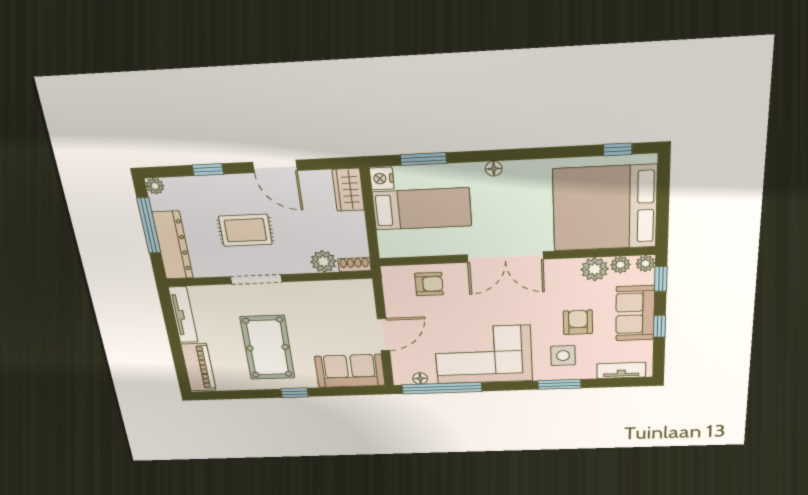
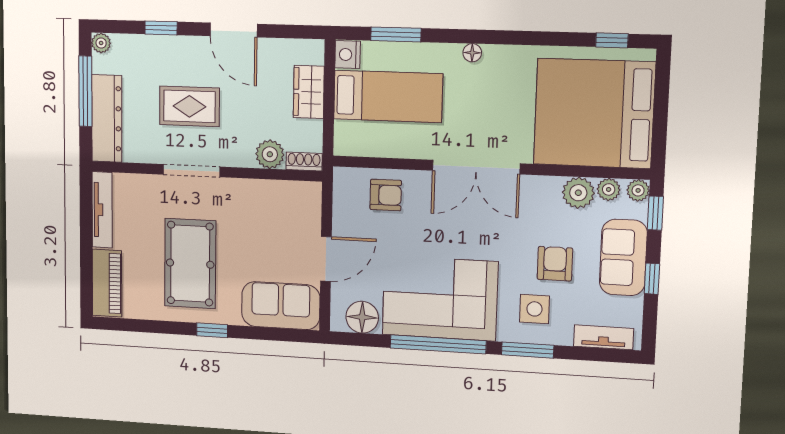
wardrobe: (348, 190) -> (309, 92), moved
floor lamp: (420, 378) -> (362, 317), width x1.89, depth x1.89
window: (442, 388) -> (438, 344), moved

